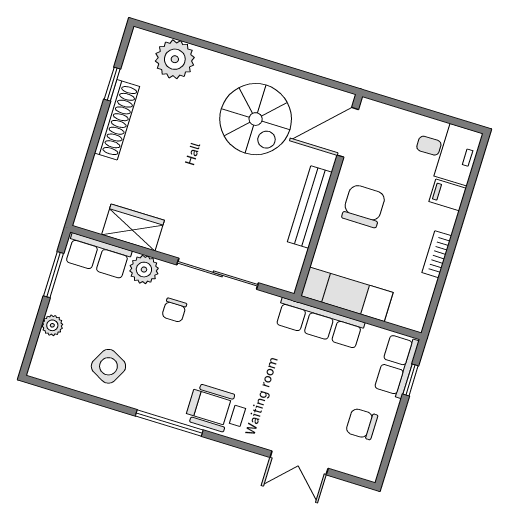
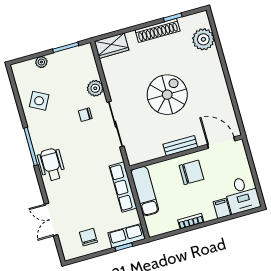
spiral stairs: (256, 119) -> (167, 95), moved, turned 180
bench: (310, 207) -> (180, 146), width x0.73
wardrobe: (133, 227) -> (112, 46), moved, turned 90
row of seats: (98, 256) -> (88, 63), removed

